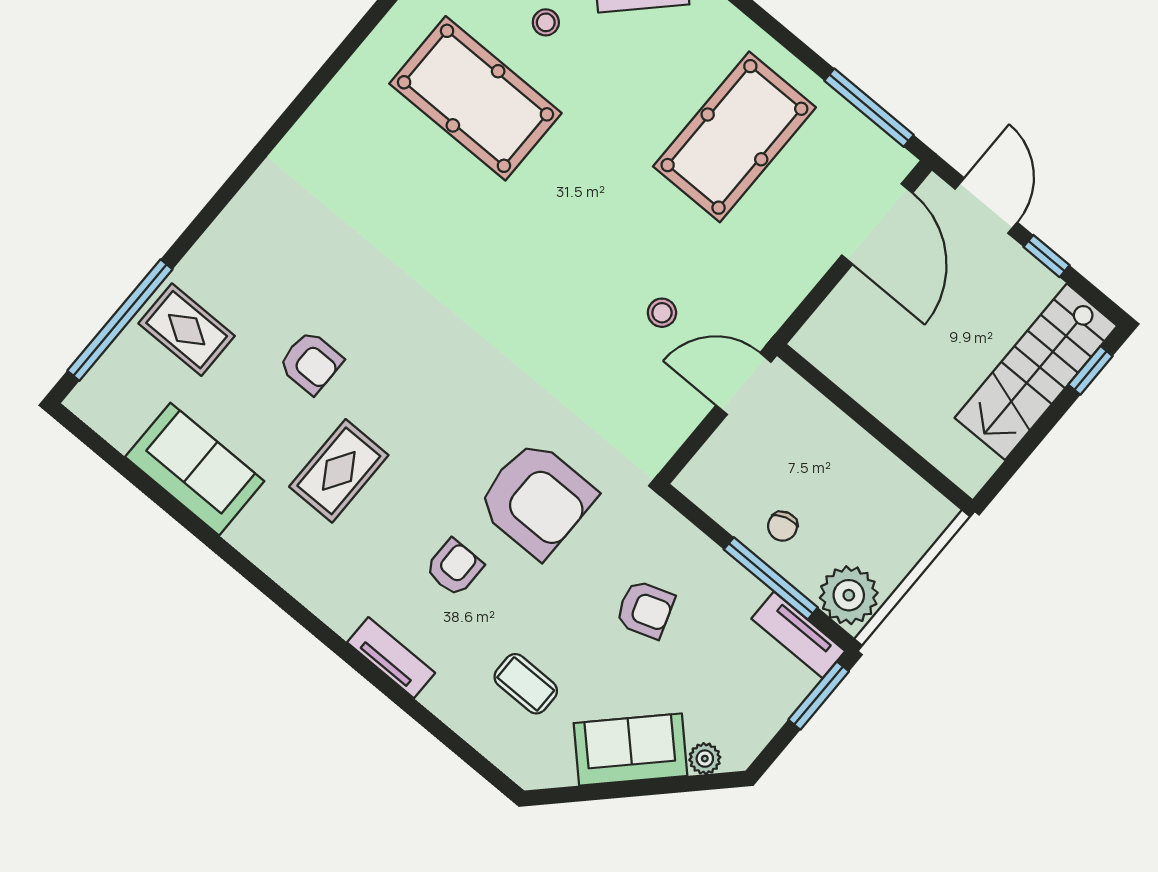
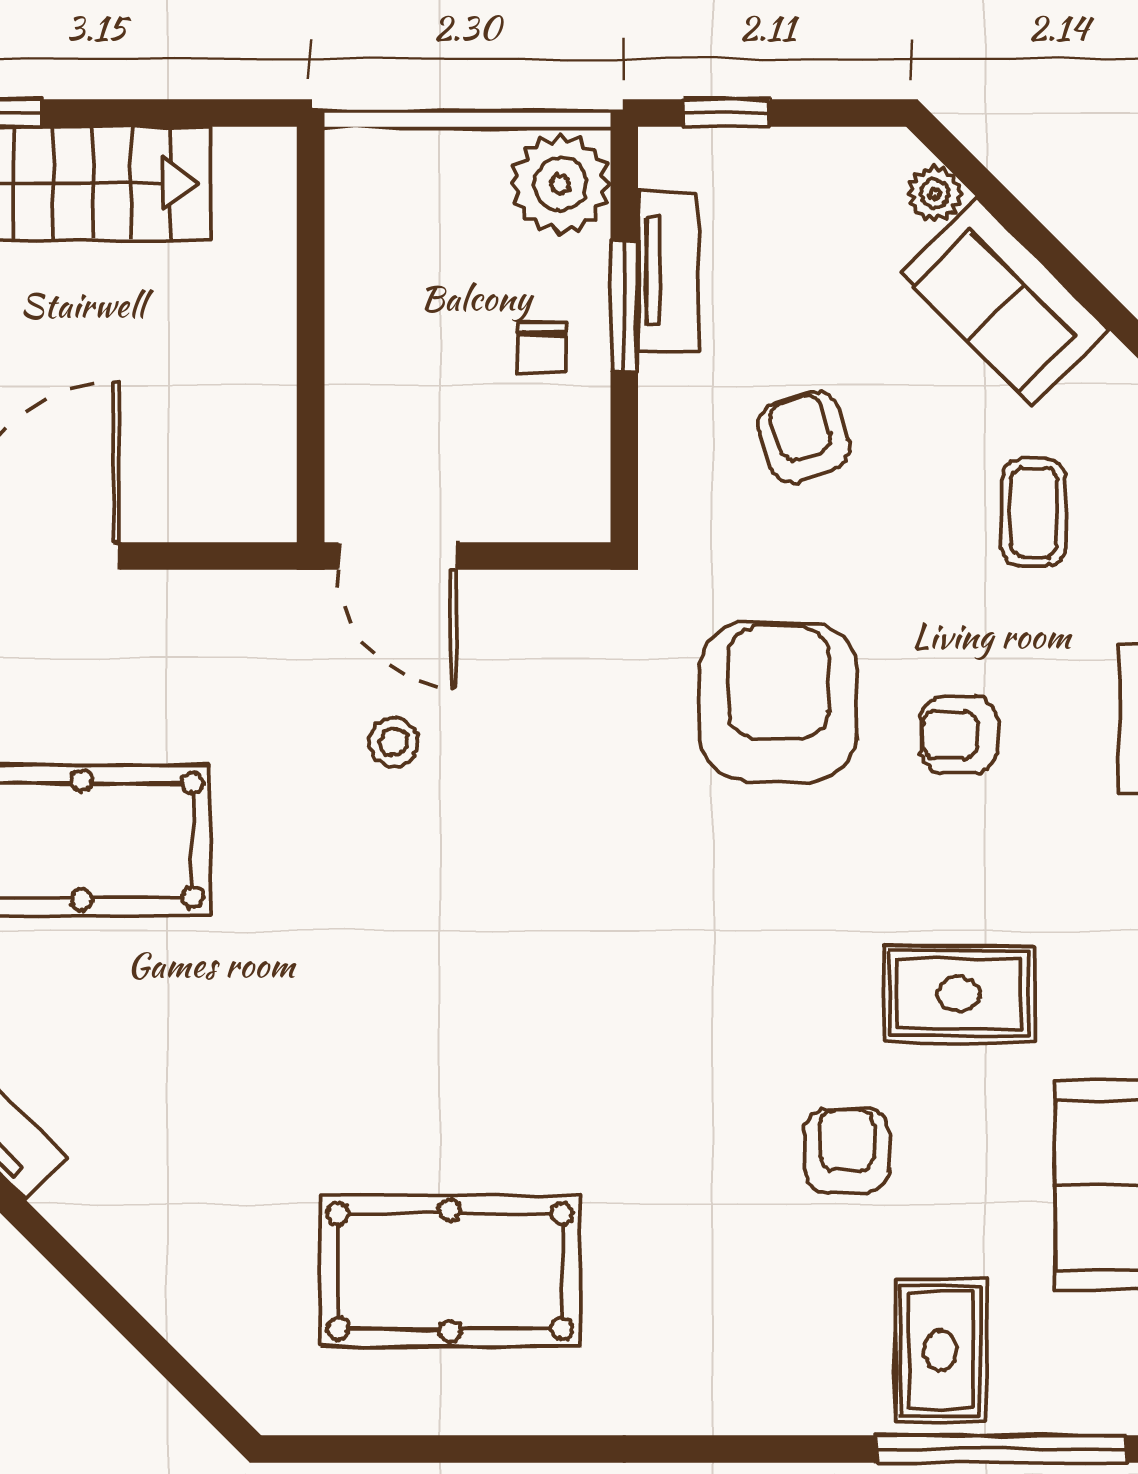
stool: (546, 22) -> (139, 1215), removed
pool table: (475, 98) -> (450, 1271), moved, turned 90
chair: (783, 526) -> (542, 347), turned 106
window: (771, 578) -> (624, 305), width x0.69
tv unit: (798, 635) -> (668, 272), moved
window: (819, 696) -> (726, 113), width x0.67

